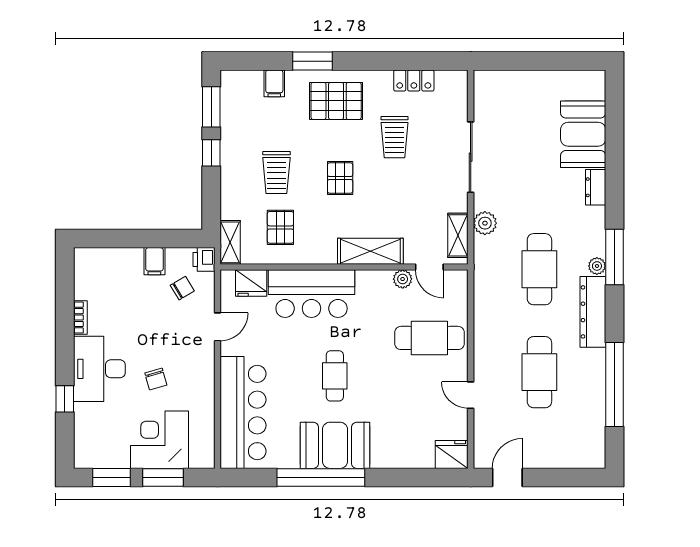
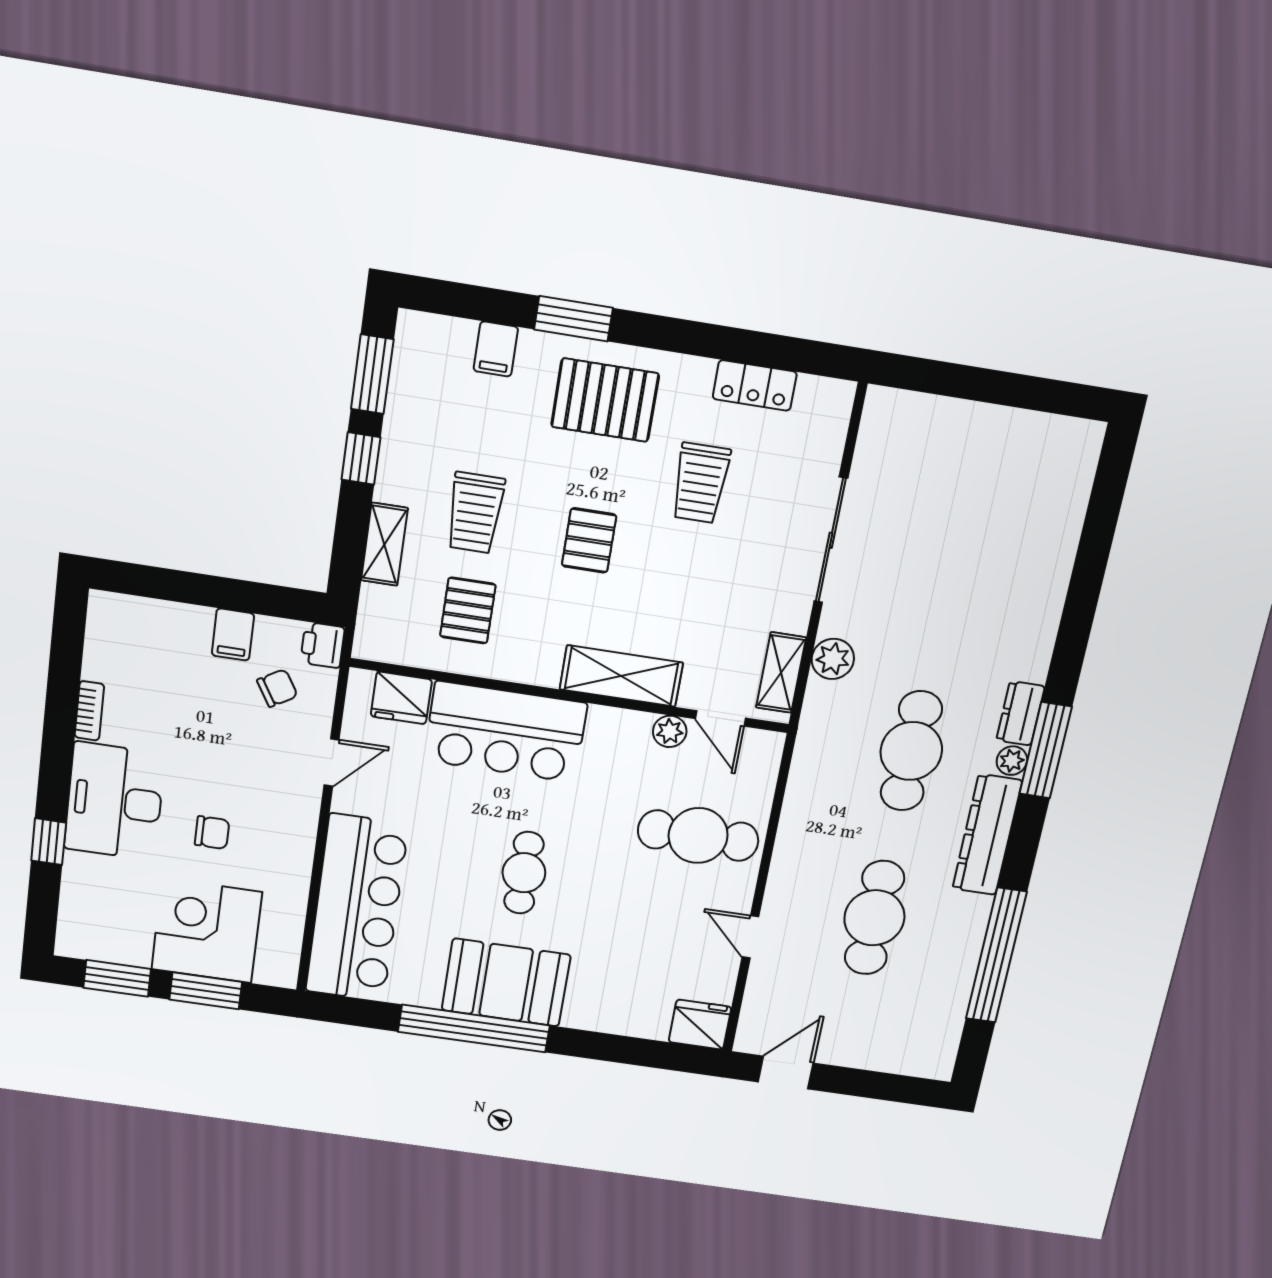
booth: (583, 134) -> (1041, 531), removed
dresser: (596, 187) -> (1021, 713), moved
shelving: (230, 242) -> (384, 544), moved
chair: (156, 379) -> (212, 833), turned -74

